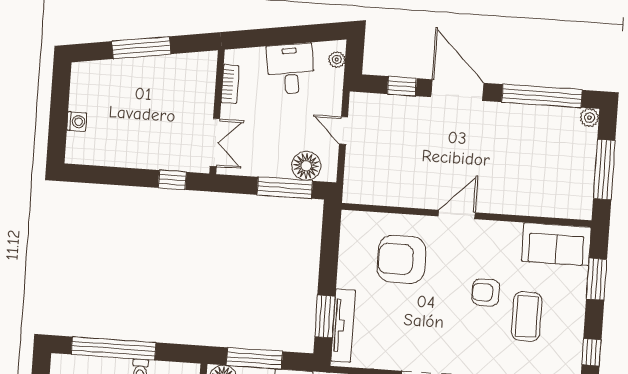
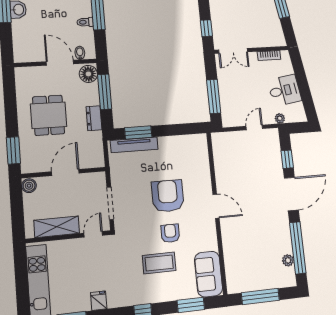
plant: (337, 60) -> (280, 118), moved
plant: (589, 118) -> (288, 260), moved
floor lamp: (306, 166) -> (229, 108), removed
armchair: (401, 259) -> (168, 196), moved

